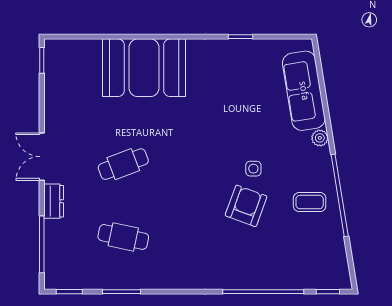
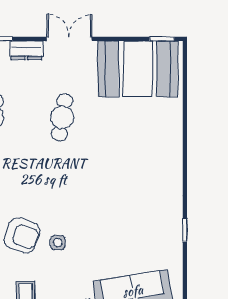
booth: (144, 68) -> (138, 69), moved, turned 90
cafe table: (123, 164) -> (62, 117), turned 30

